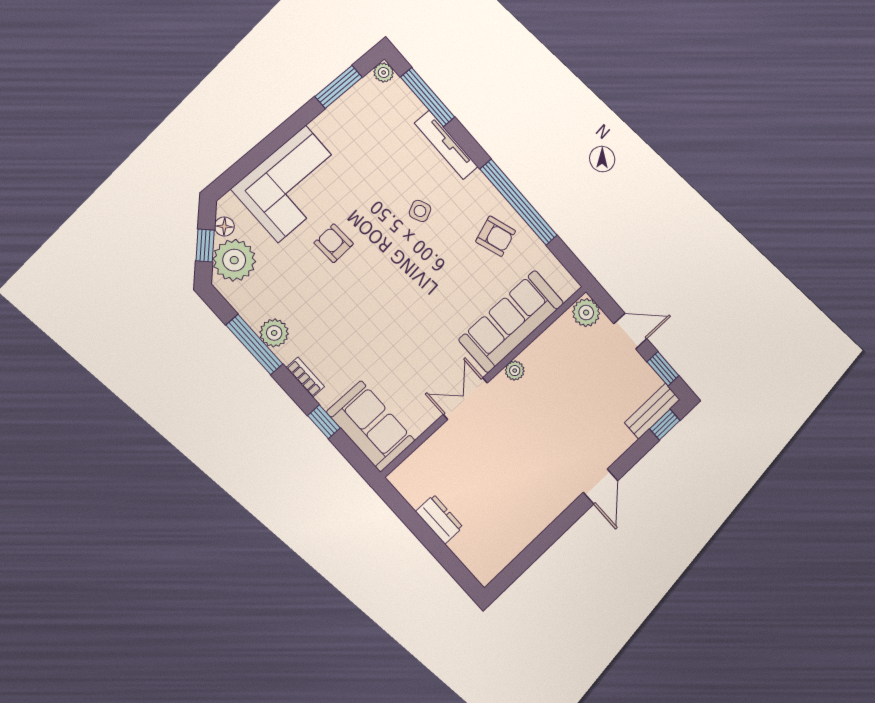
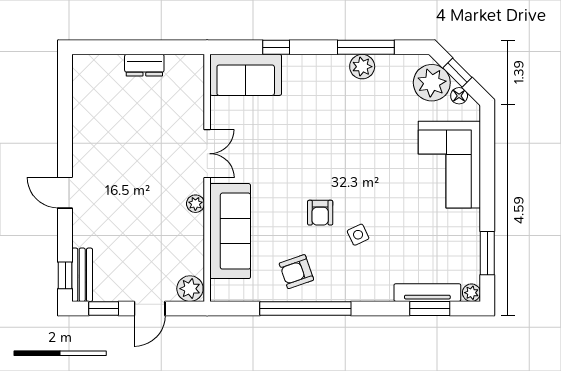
window: (428, 97) -> (430, 309), width x0.69
tv unit: (446, 145) -> (427, 293), moved
armchair: (334, 243) -> (320, 213), moved, turned 93
bookcase: (305, 377) -> (316, 61), removed

